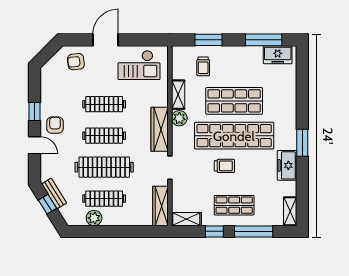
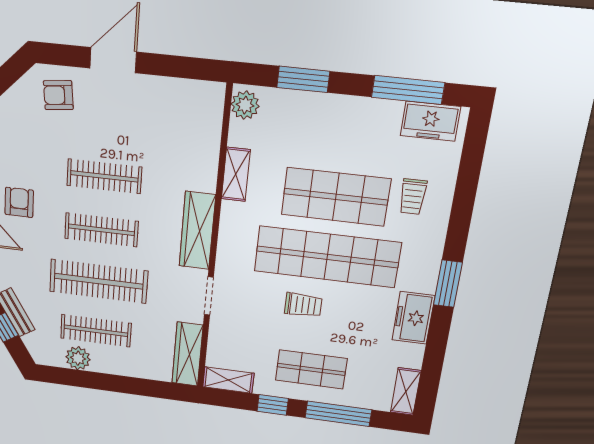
checkout: (139, 65) -> (170, 113), removed
trolley: (203, 66) -> (413, 197), moved
plant: (179, 118) -> (245, 105), moved

